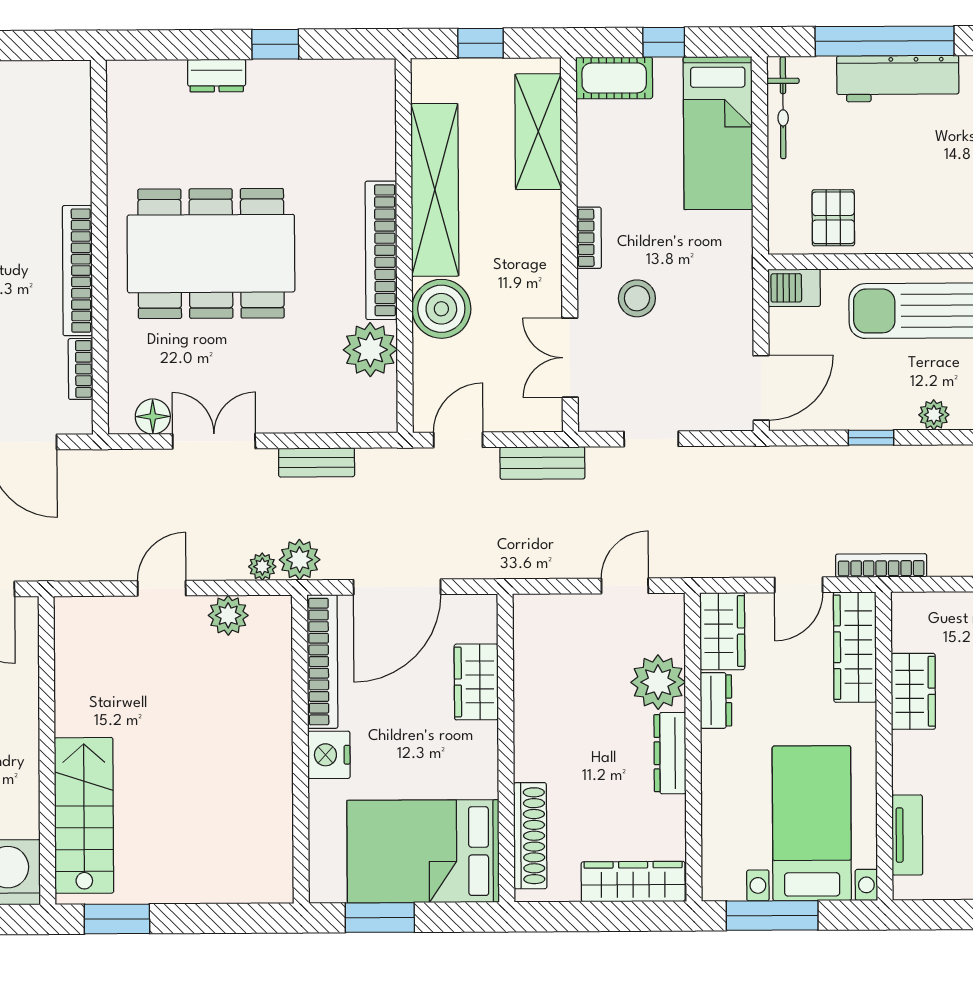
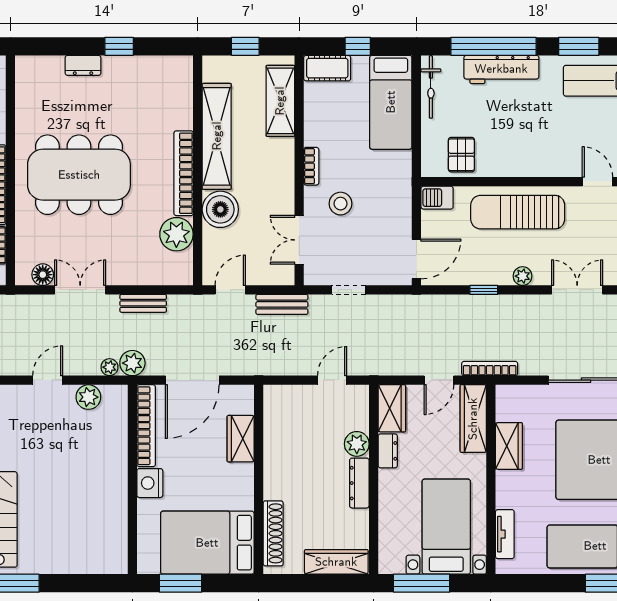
plant: (658, 682) -> (357, 444), width x0.73, depth x0.73

